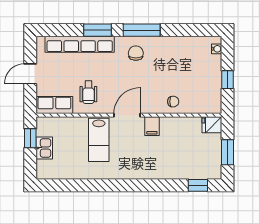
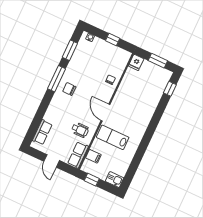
window: (98, 30) -> (70, 50), moved
row of seats: (80, 44) -> (42, 132), width x0.50
filing cabinet: (152, 126) -> (93, 156), moved
lab bench: (99, 140) -> (113, 137), turned 180
kitchen sink: (44, 148) -> (115, 180), moved

